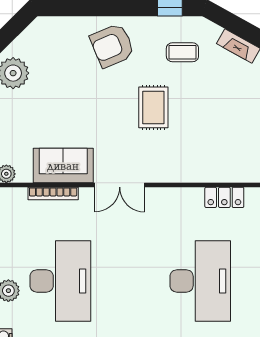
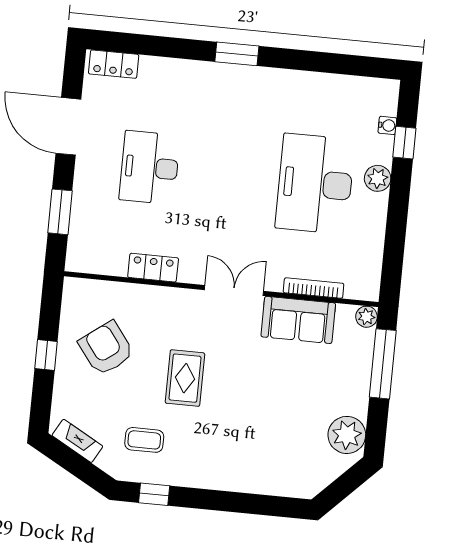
armchair: (112, 45) -> (106, 348), moved, turned -104
locker: (224, 197) -> (153, 268), moved
desk: (200, 281) -> (150, 168), width x0.73, depth x0.77

